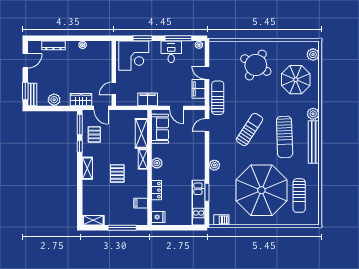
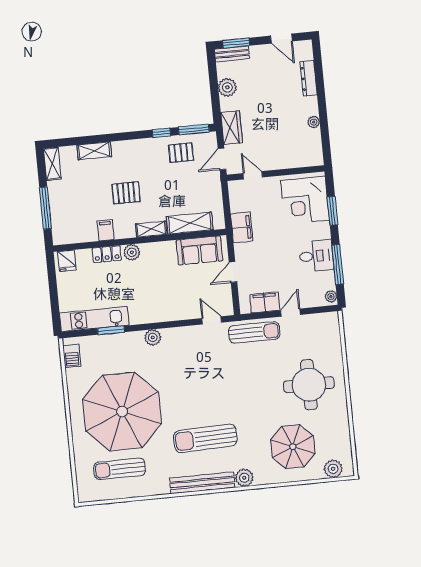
round table: (256, 65) -> (309, 385), turned -30
sun lounger: (250, 129) -> (211, 385), removed
plant: (157, 163) -> (132, 252), moved
shelving: (87, 168) -> (94, 151), moved
filing cabinet: (141, 203) -> (106, 230), moved

